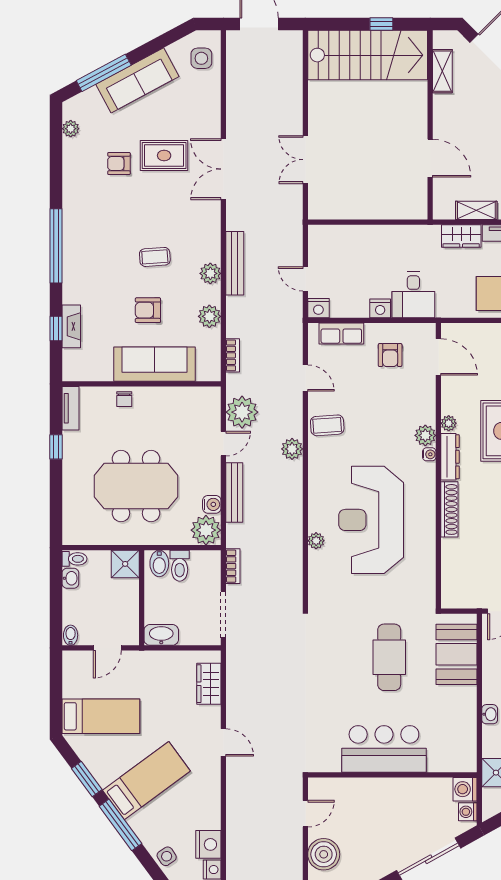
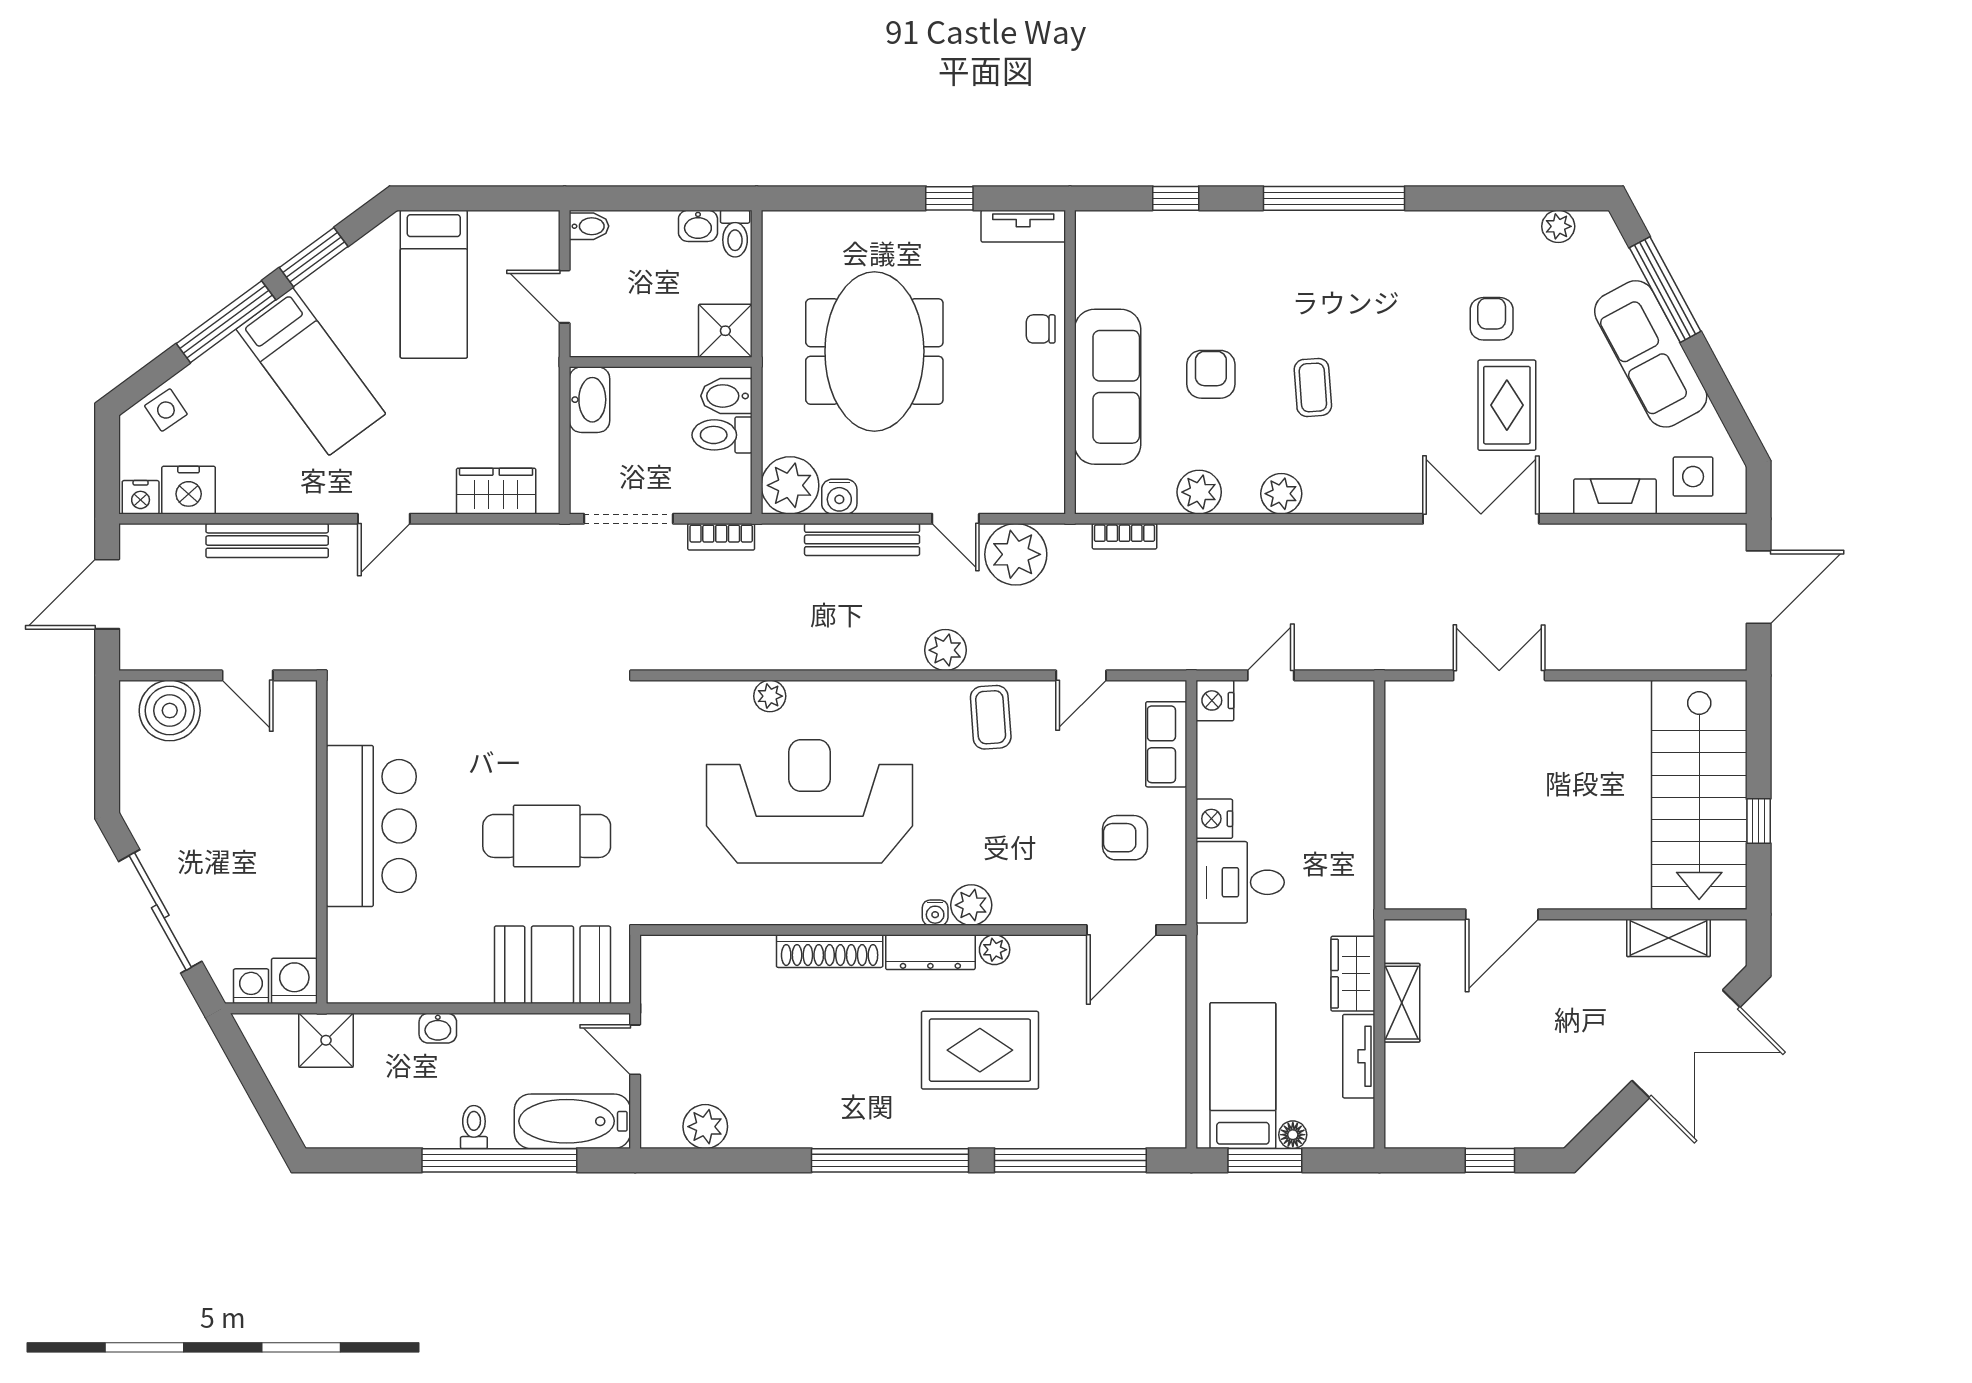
bench: (235, 263) -> (267, 541), moved
fireplace: (71, 326) -> (1615, 496), moved, turned 180

